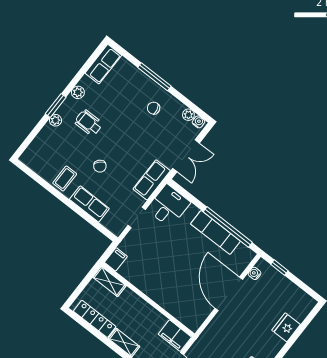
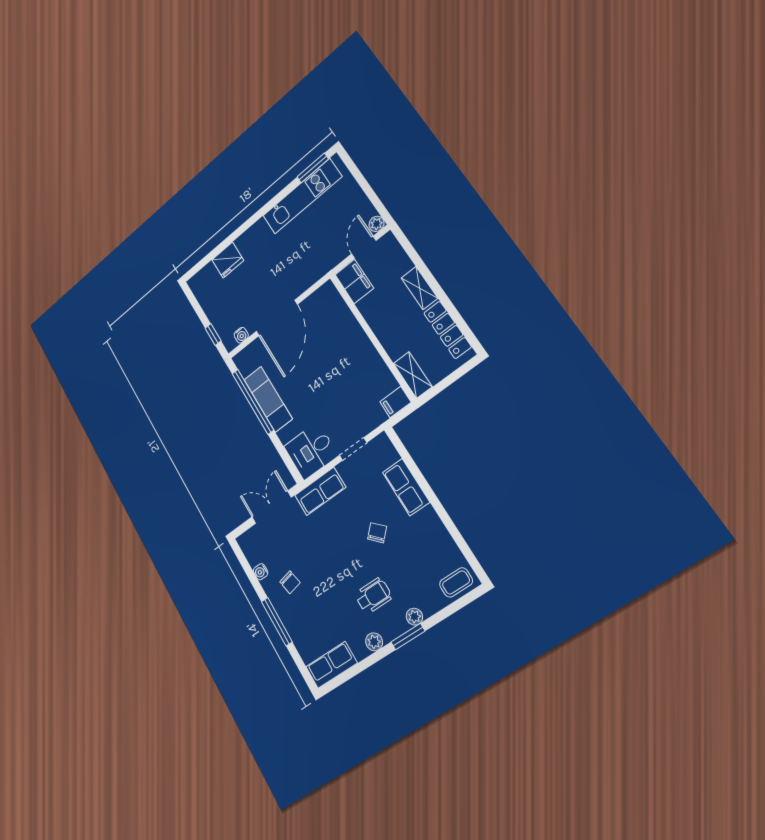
plant: (188, 115) -> (253, 557), removed
water cooler: (198, 122) -> (261, 572), moved
wheelchair: (89, 123) -> (373, 596), turned -90
coffee table: (65, 179) -> (456, 582), moved

